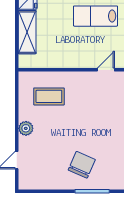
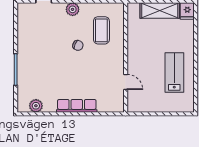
chair: (82, 165) -> (78, 45), moved, width x0.54, depth x0.54

